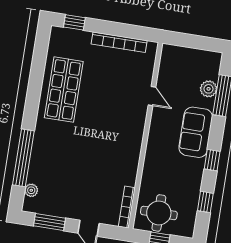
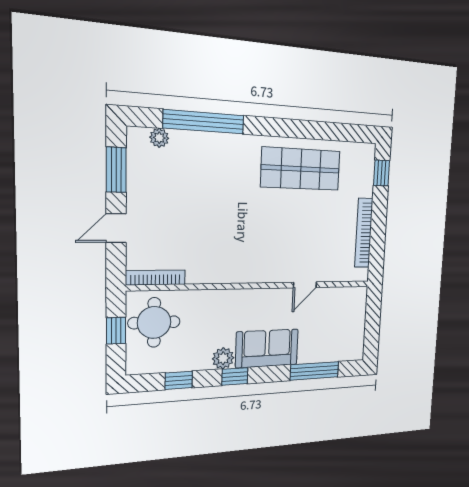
plant: (209, 89) -> (223, 358), moved

